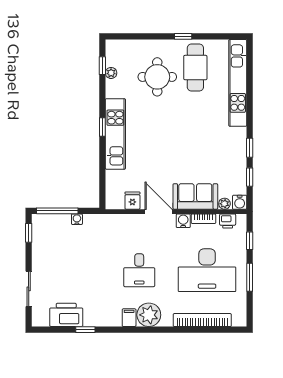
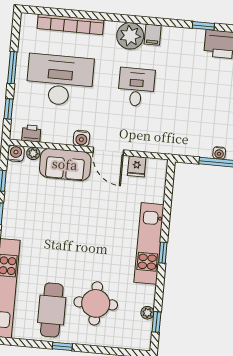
water cooler: (77, 219) -> (219, 153), moved
bookcase: (204, 219) -> (58, 139), removed

